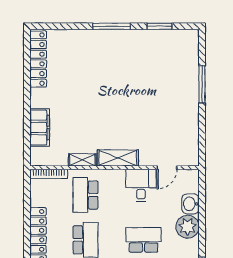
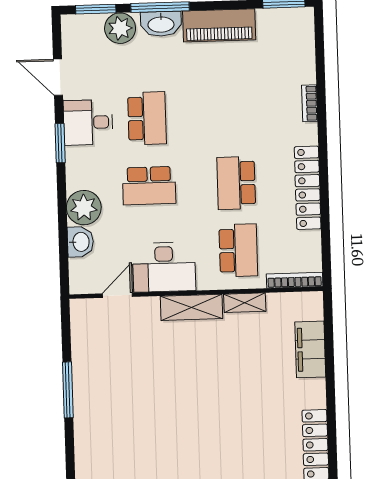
window: (202, 84) -> (68, 390), moved
desk: (141, 185) -> (164, 267), width x1.37

